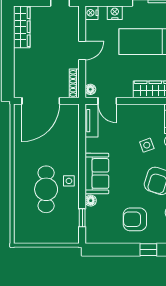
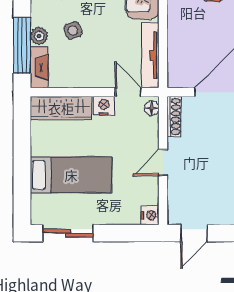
nightstand: (115, 13) -> (104, 106), moved, turned 180
tv unit: (91, 121) -> (150, 55), width x1.41

